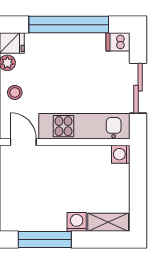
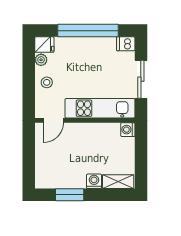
door: (23, 142) -> (53, 120), swing flipped
window: (45, 240) -> (70, 195), width x0.69

